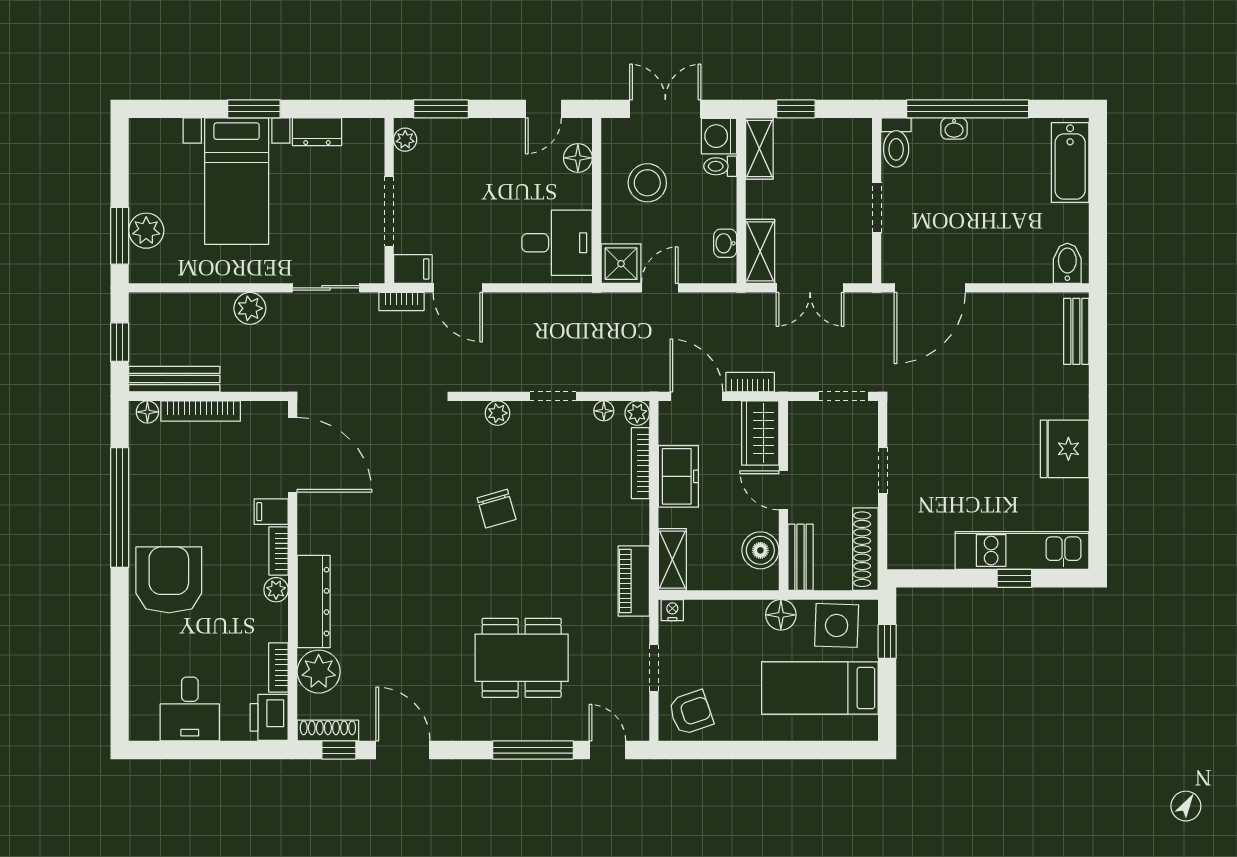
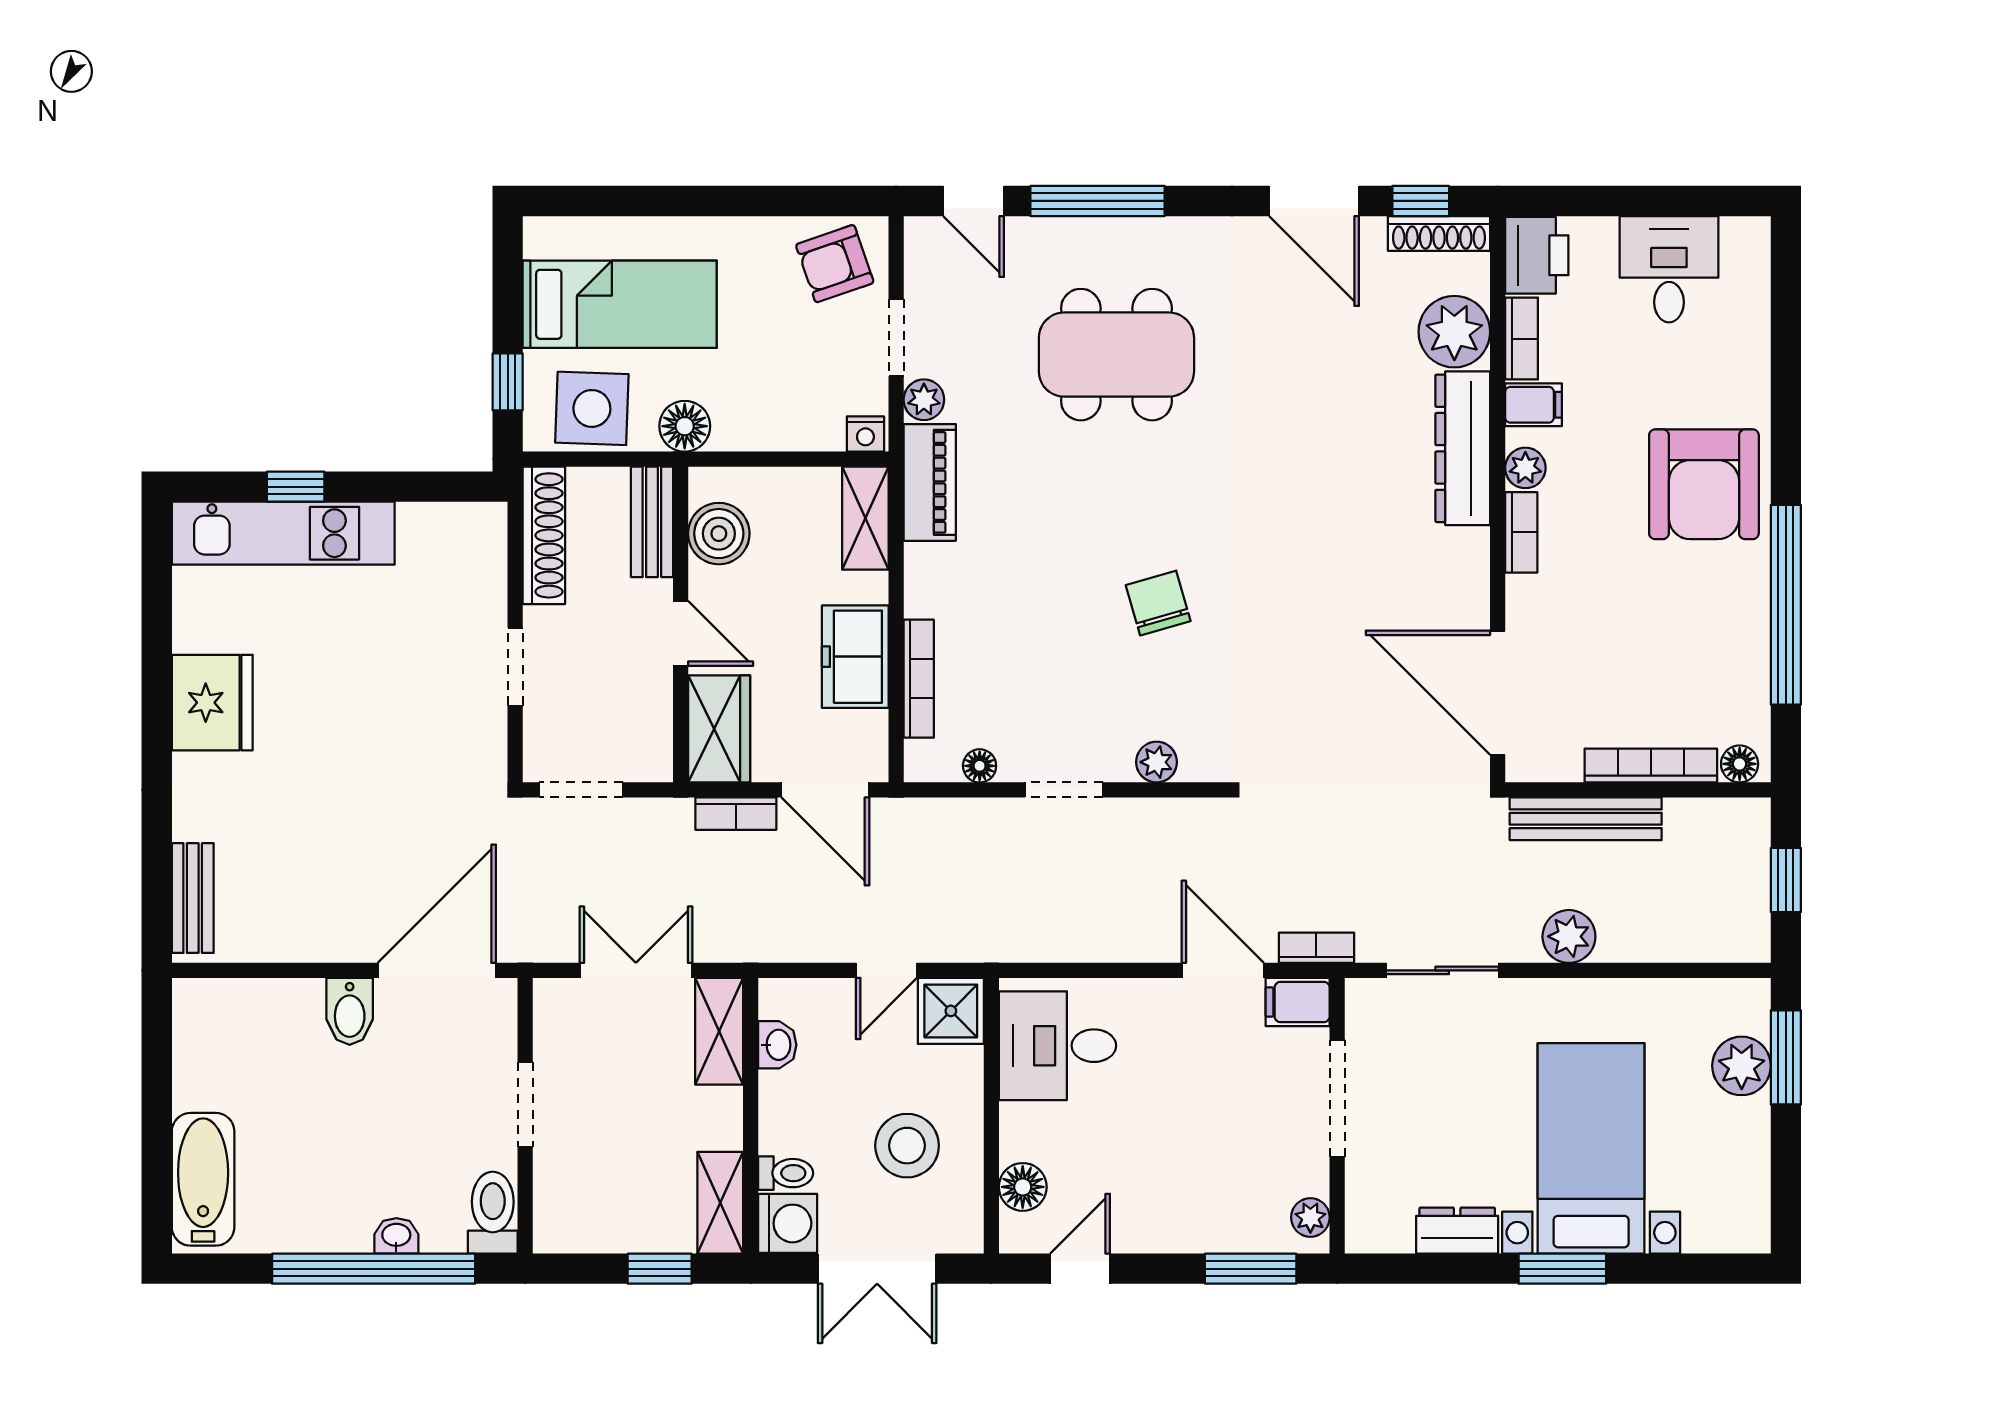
bidet: (1067, 263) -> (350, 1011), moved
bench: (174, 379) -> (1586, 819), moved
plant: (637, 413) -> (924, 400), moved
filing cabinet: (271, 512) -> (1534, 405), moved

